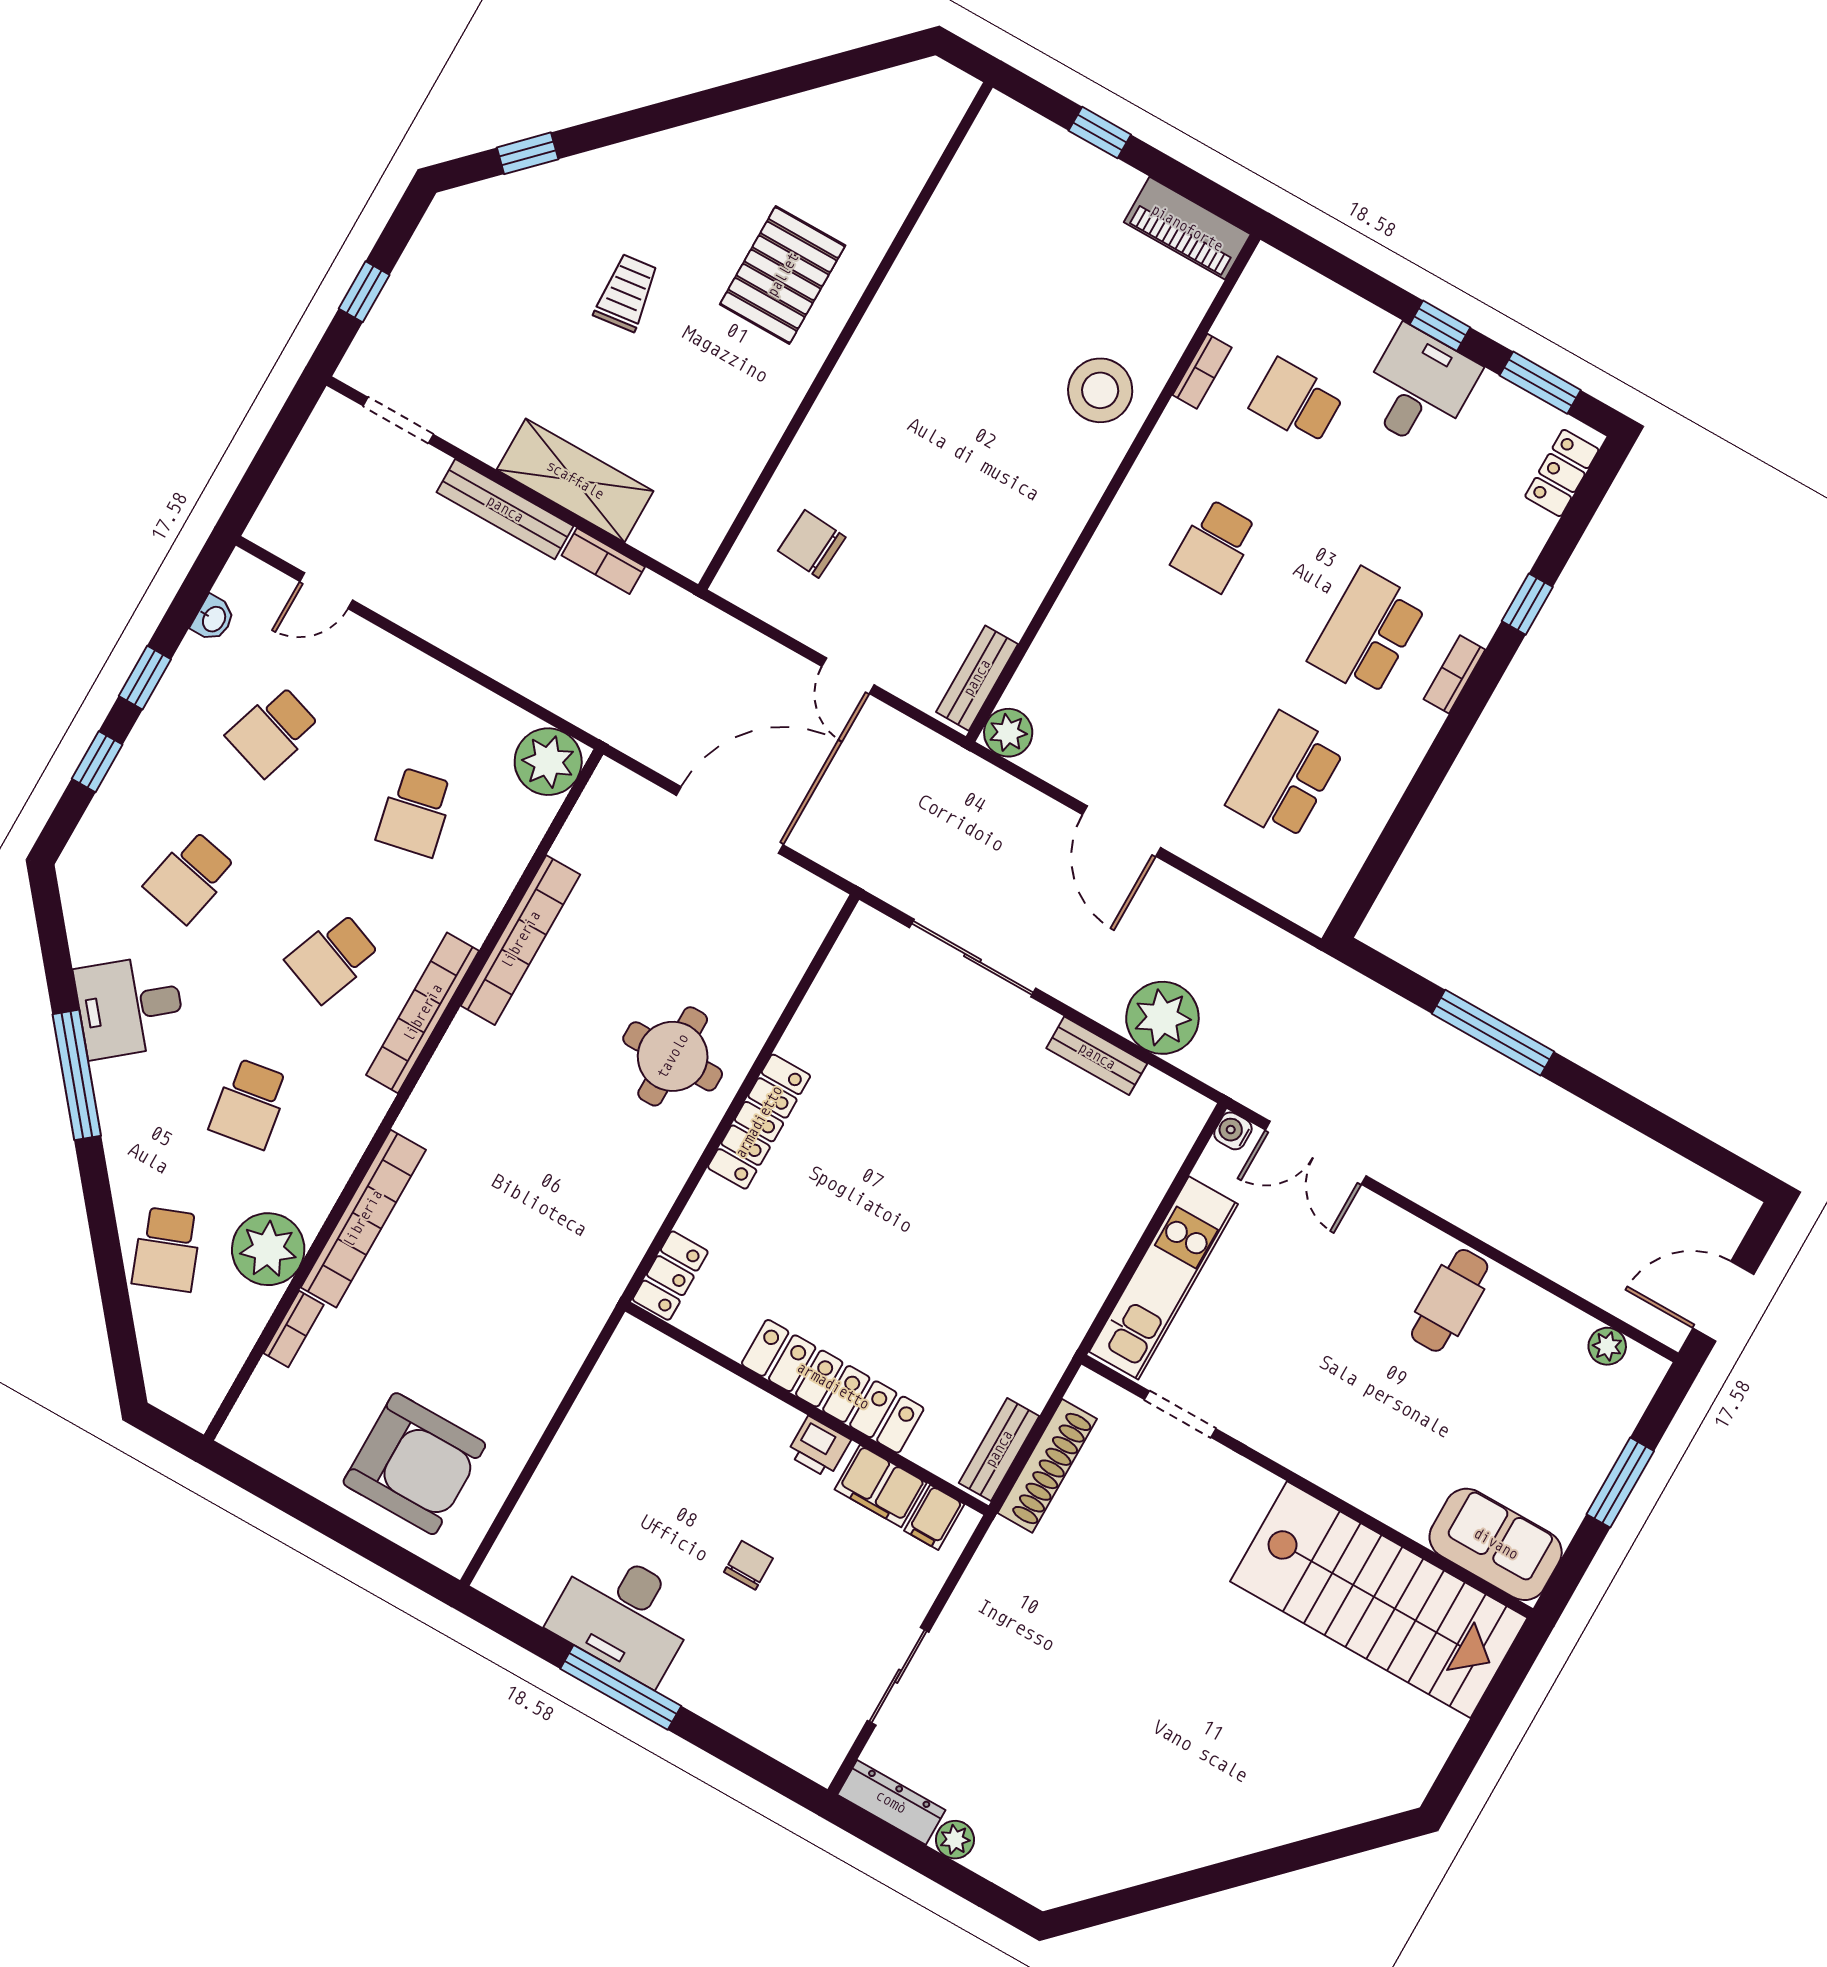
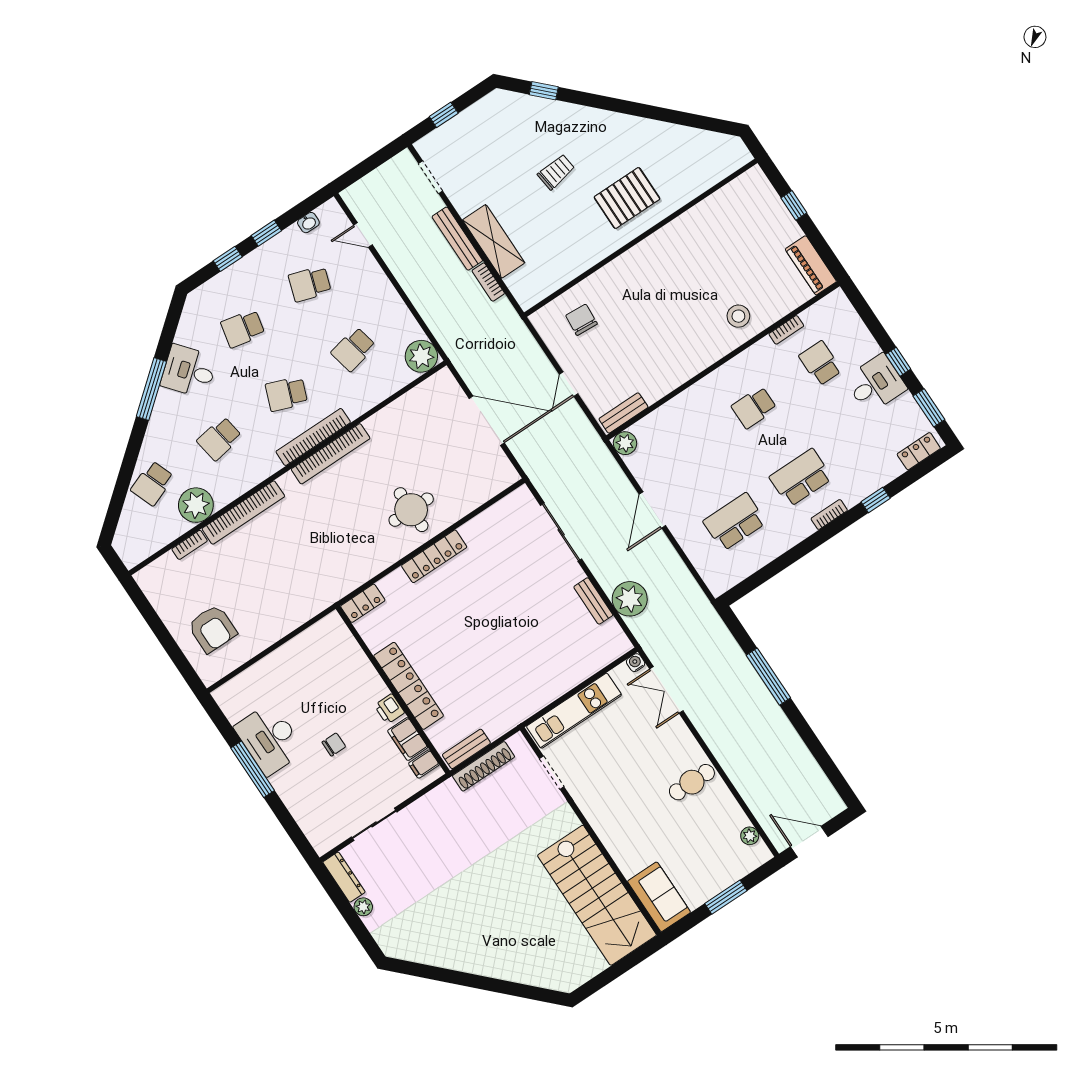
stool: (1100, 390) -> (738, 316), width x0.73, depth x0.73
bookcase: (521, 940) -> (331, 454), moved
armchair: (414, 1464) -> (212, 629), width x0.73, depth x0.73

